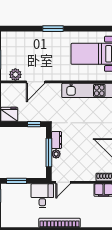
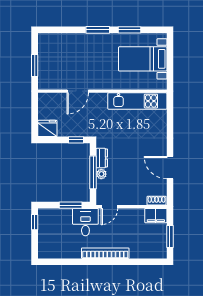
window: (81, 29) -> (130, 30), added
plant: (15, 75) -> (55, 83), removed
window: (16, 181) -> (71, 205), moved

